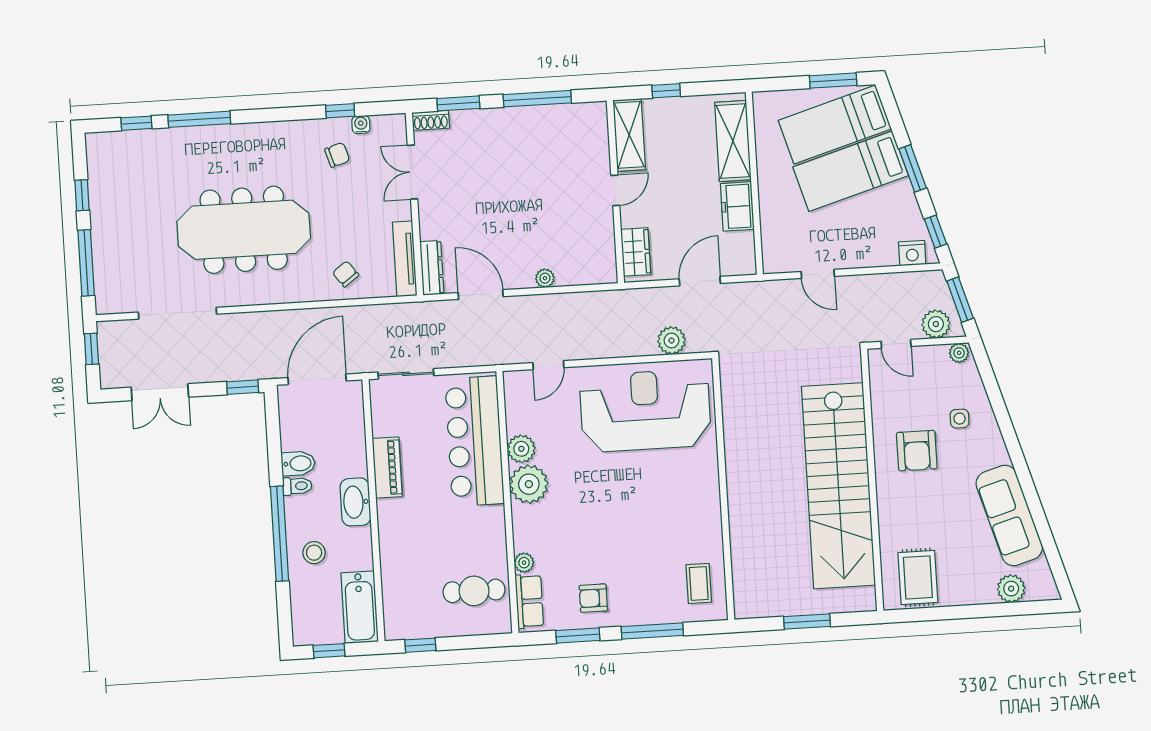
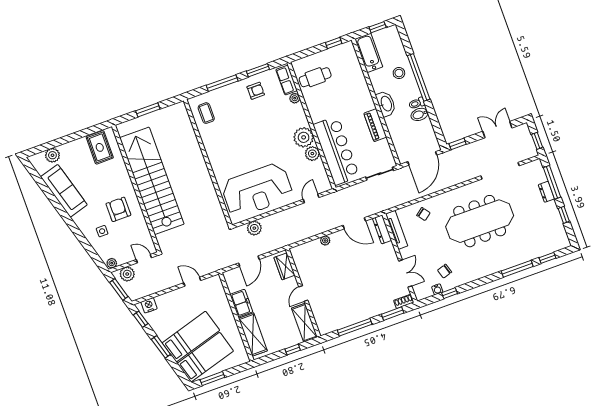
dresser: (102, 248) -> (546, 192), added

